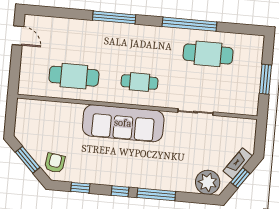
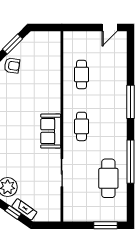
cafe table: (74, 76) -> (82, 75), width x0.73, depth x0.74
window: (265, 79) -> (106, 225), moved
sofa: (123, 123) -> (51, 131), width x0.54, depth x0.79

